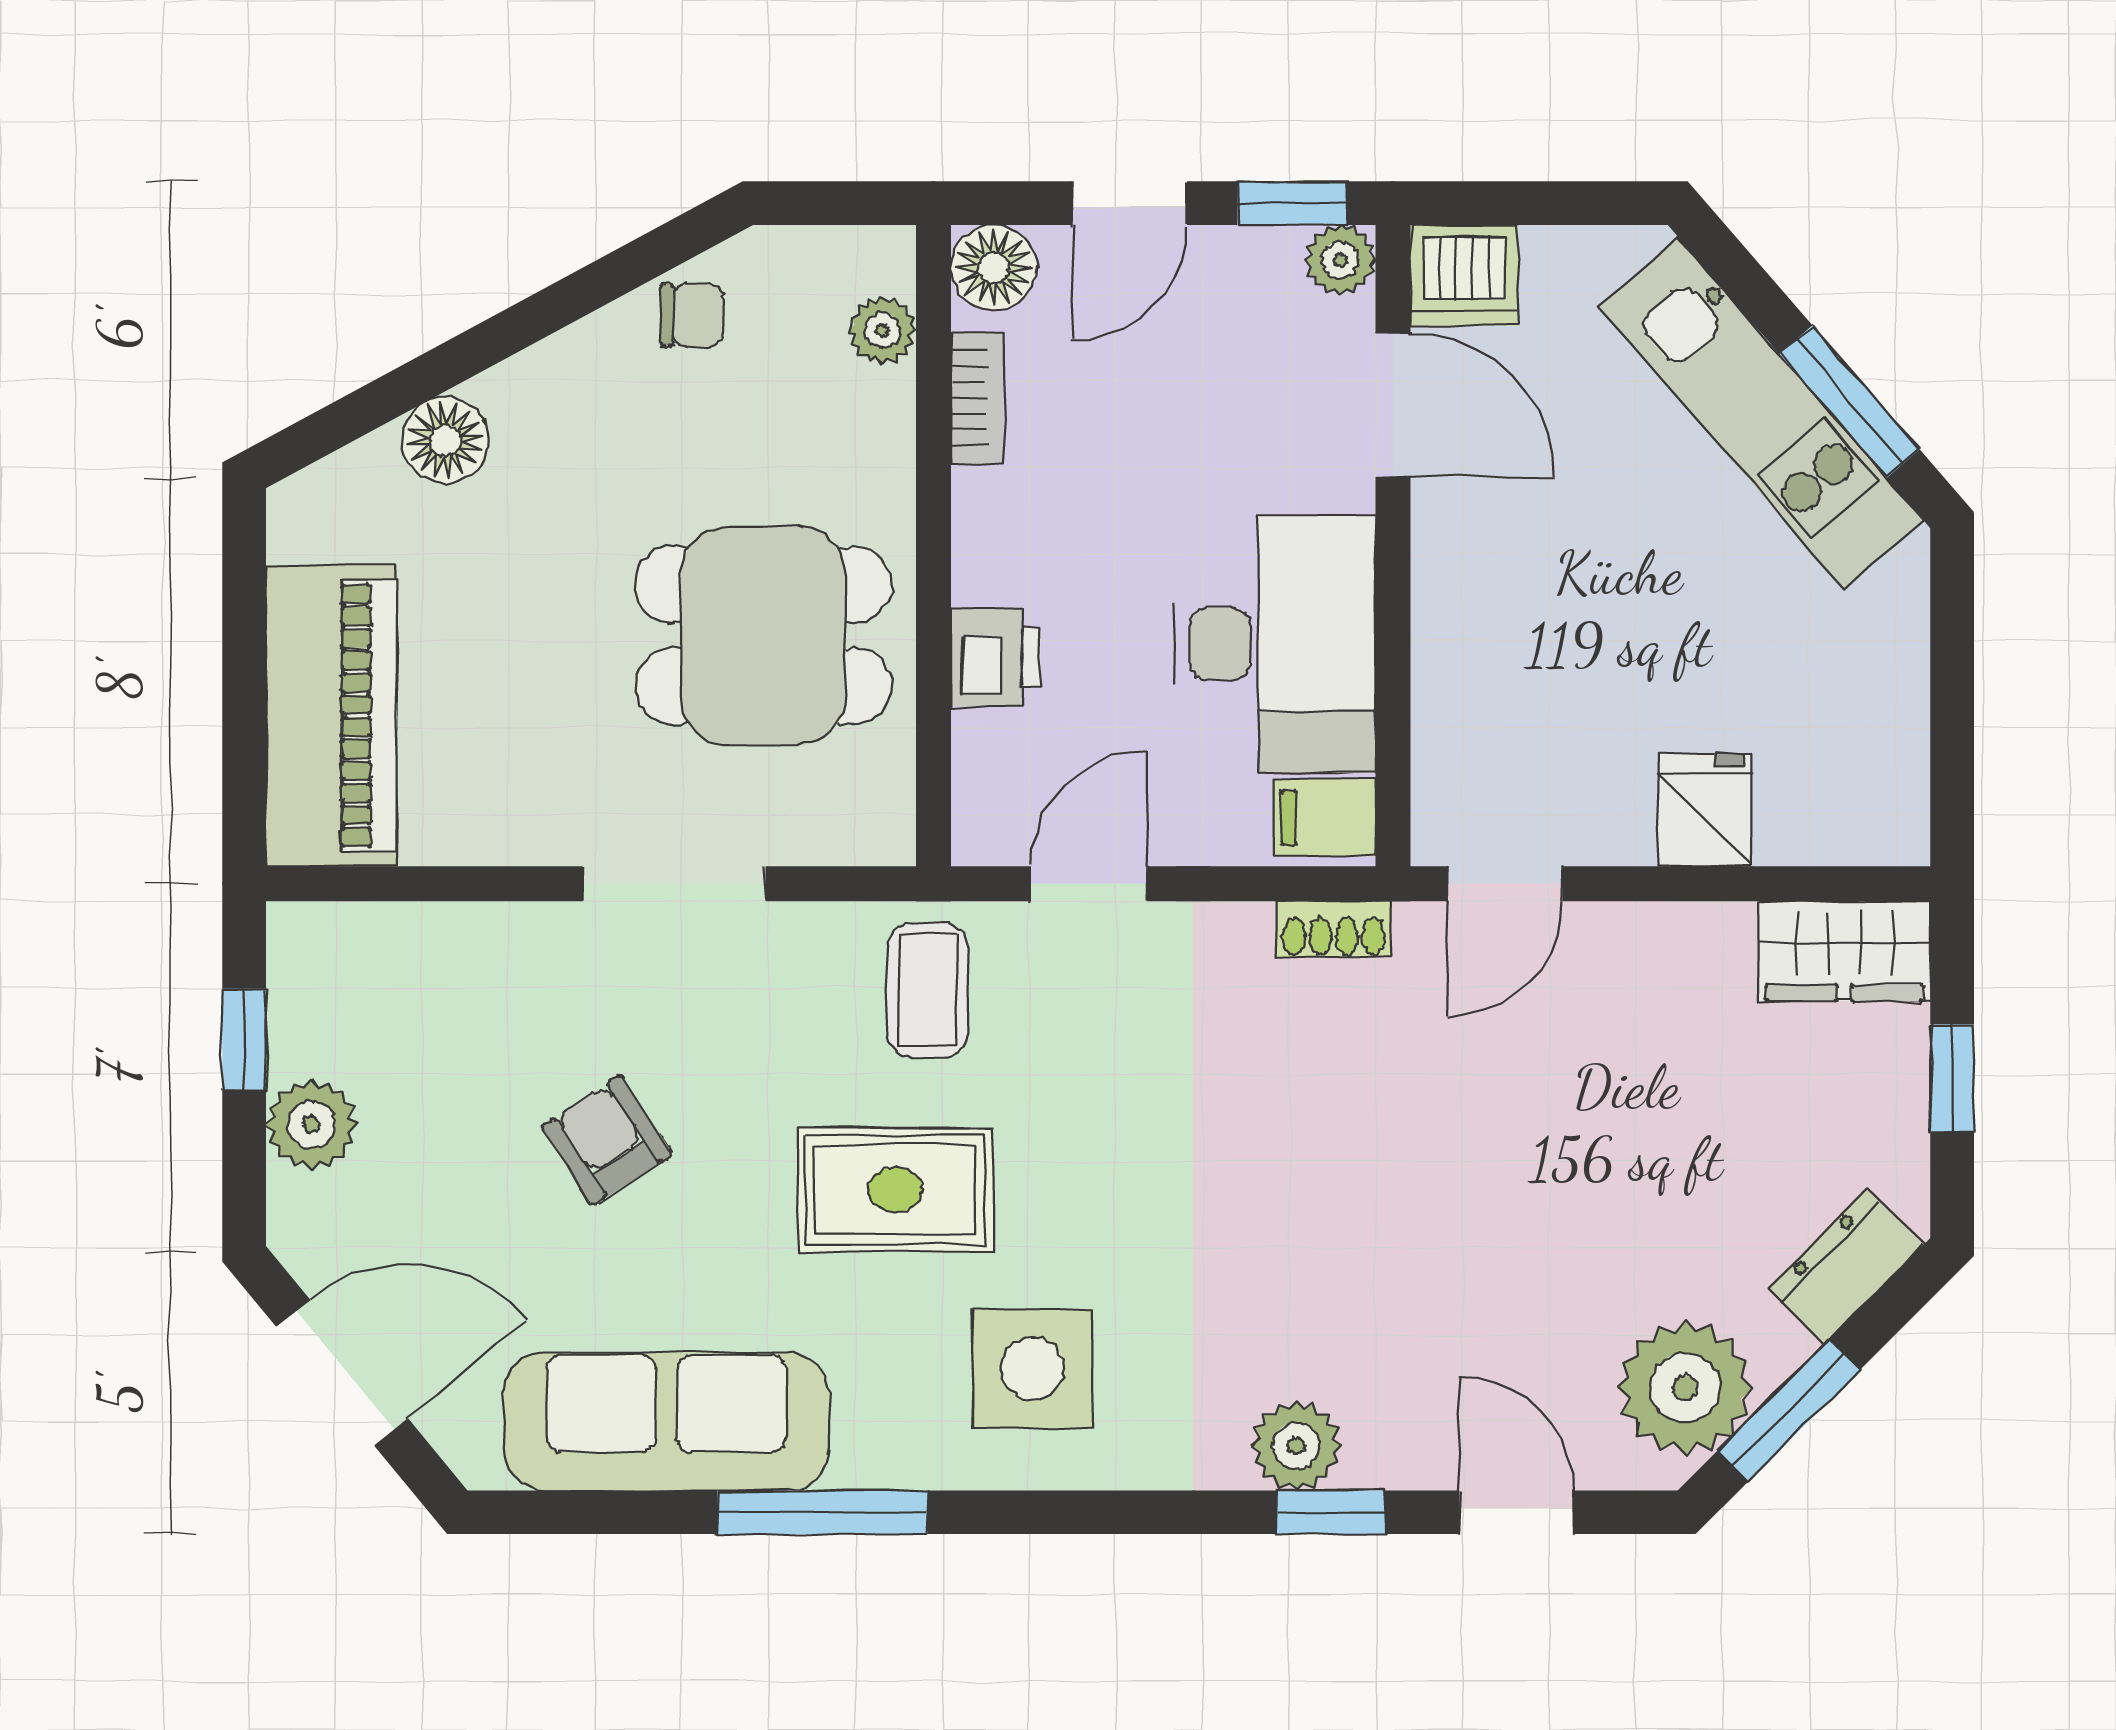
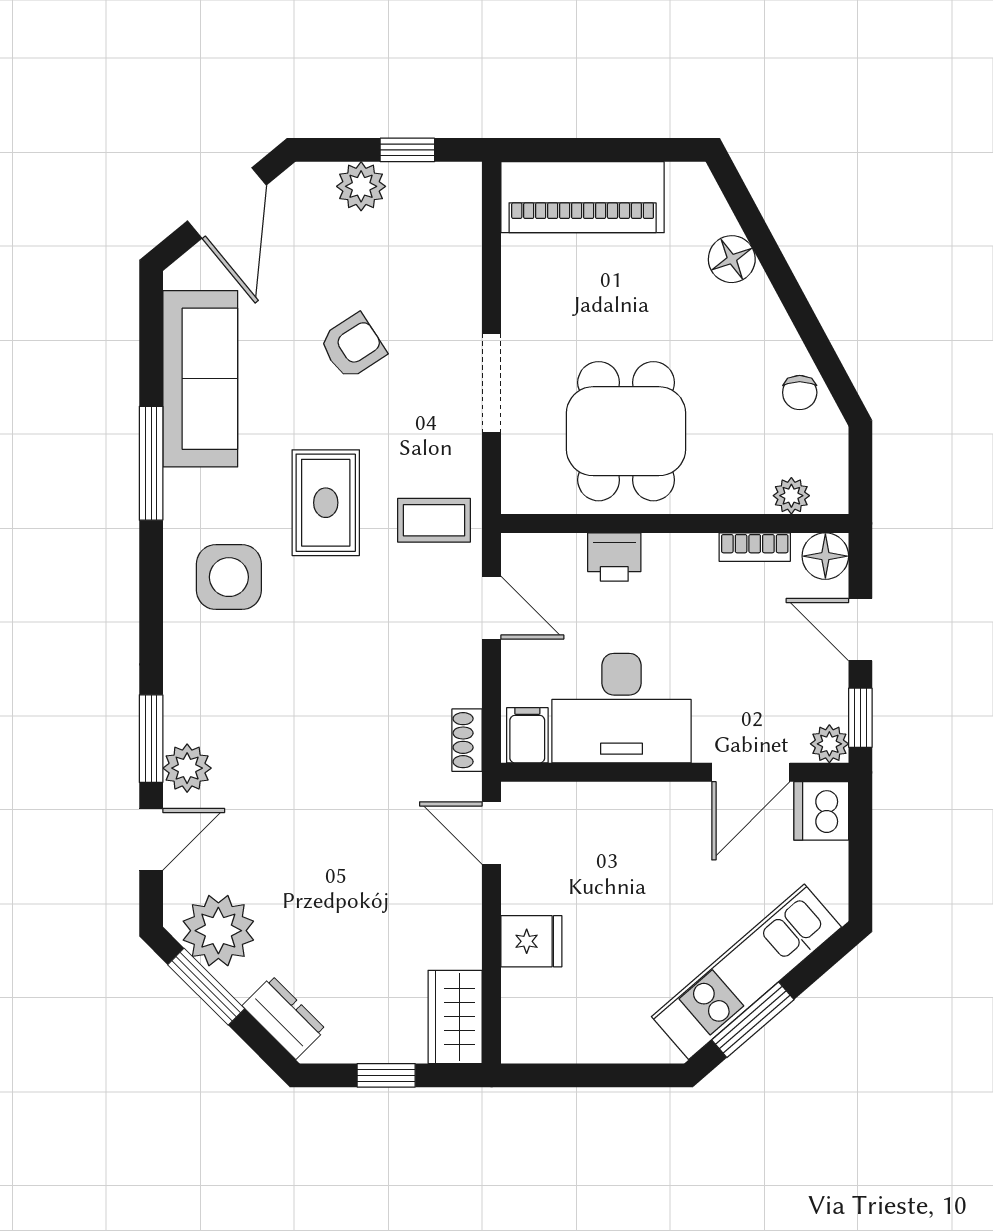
plant: (1296, 1446) -> (187, 768), moved
window: (1331, 1512) -> (151, 739), width x1.50

